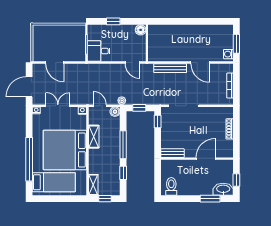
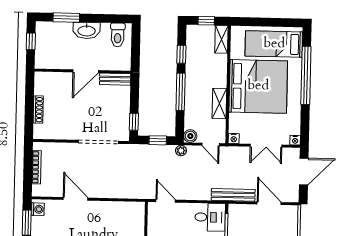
bench: (170, 68) -> (233, 195), moved
door: (206, 159) -> (86, 71), moved
washbasin: (223, 189) -> (87, 30), moved

